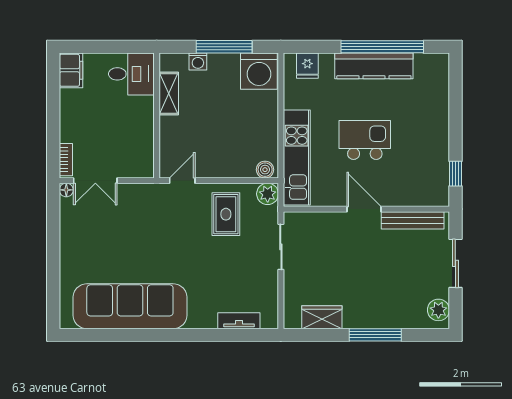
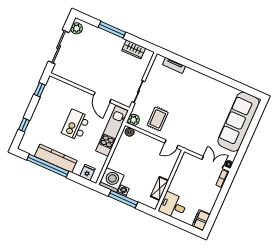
washing machine: (198, 61) -> (123, 191), moved
window: (455, 100) -> (24, 125), added
kitchen island: (365, 140) -> (76, 125), turned 90
door: (364, 209) -> (102, 97), moved
bench: (413, 220) -> (70, 77), removed
sliding door: (455, 263) -> (59, 47), width x1.37
sofa: (130, 306) -> (239, 122), moved, turned 90

